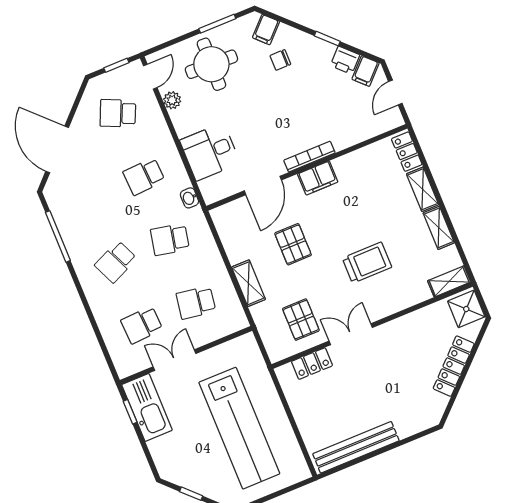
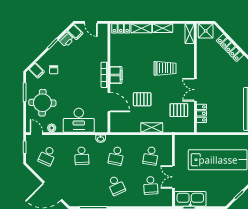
desk: (210, 152) -> (79, 120), width x1.37
trolley: (367, 263) -> (165, 68), turned 90

